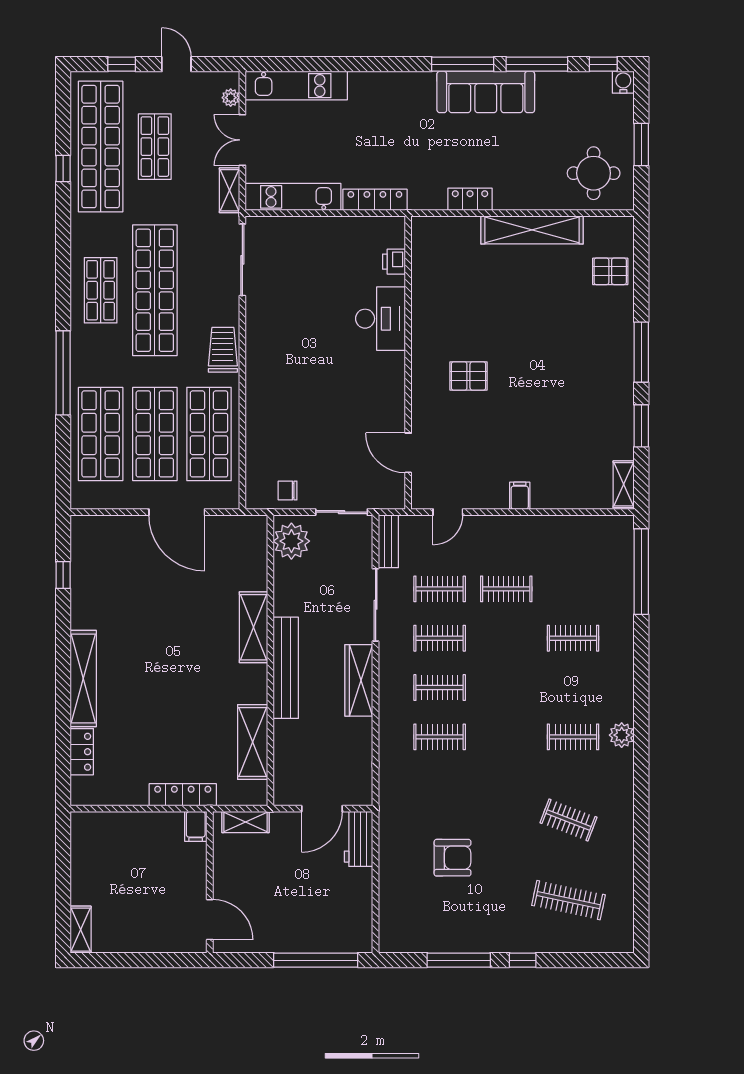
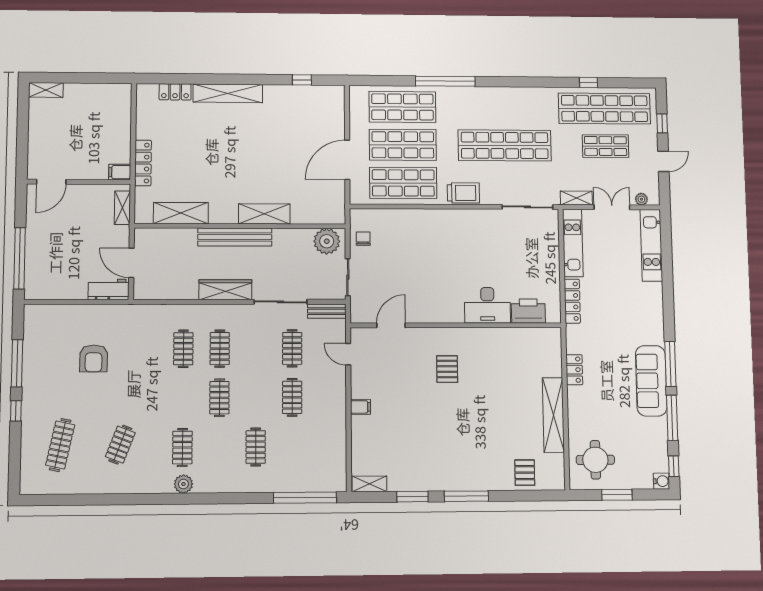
printer: (394, 262) -> (528, 311), width x1.87, depth x1.48
shop shelf: (101, 290) -> (504, 108), removed
clothes rail: (440, 638) -> (219, 398), moved

